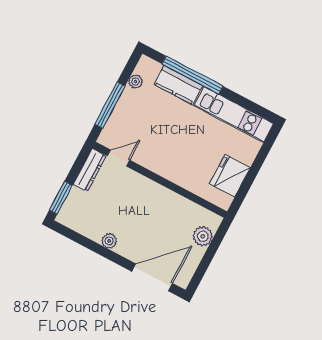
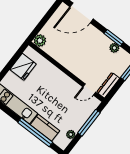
plant: (203, 236) -> (40, 41), moved
plant: (109, 241) -> (114, 48), moved
window: (94, 247) -> (114, 38), added

